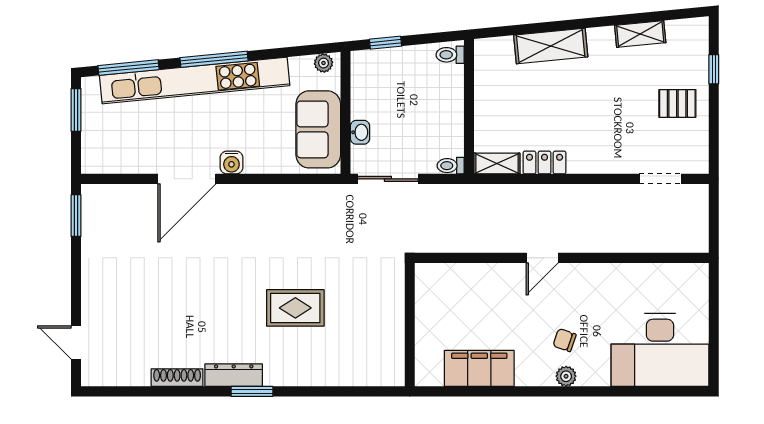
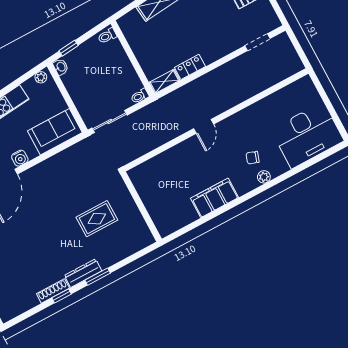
sofa: (318, 129) -> (55, 132), moved, turned 90
washbasin: (360, 132) -> (61, 67), moved
door: (542, 258) -> (204, 126), moved
wall: (410, 325) -> (141, 207), moved
window: (186, 391) -> (62, 296), added

